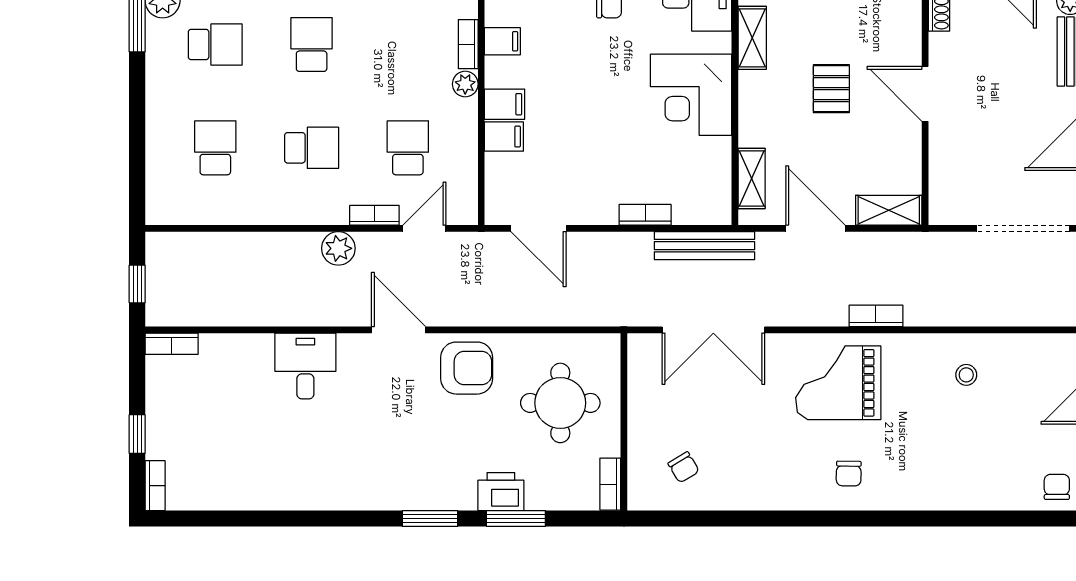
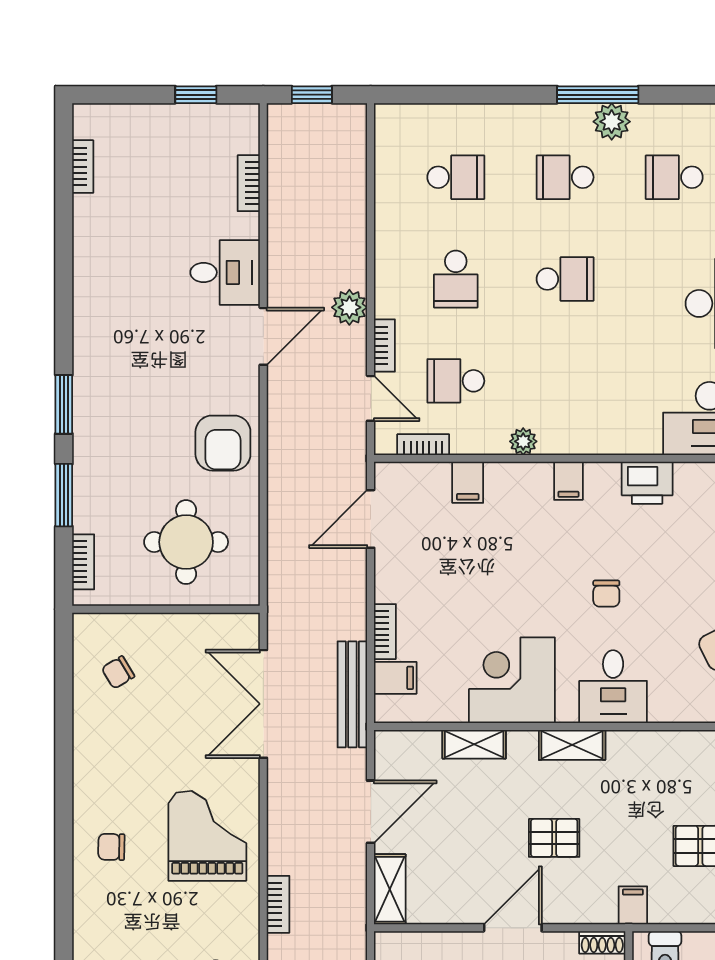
bookcase: (468, 44) -> (423, 445), moved
school desk: (215, 45) -> (565, 177), turned 90
pallet: (831, 89) -> (554, 838), moved
filing cabinet: (505, 104) -> (395, 678), moved, turned -90
school desk: (408, 148) -> (456, 381), turned 180
shelving: (752, 179) -> (474, 744), moved
bookcase: (876, 316) -> (278, 904), moved
door: (399, 330) -> (263, 336), moved
bookcase: (172, 344) -> (249, 183), moved
window: (137, 434) -> (196, 95), moved
bookcase: (610, 484) -> (83, 562), moved, turned 90
bookcase: (155, 486) -> (83, 167), moved, turned -90
printer: (501, 492) -> (92, 479), removed

